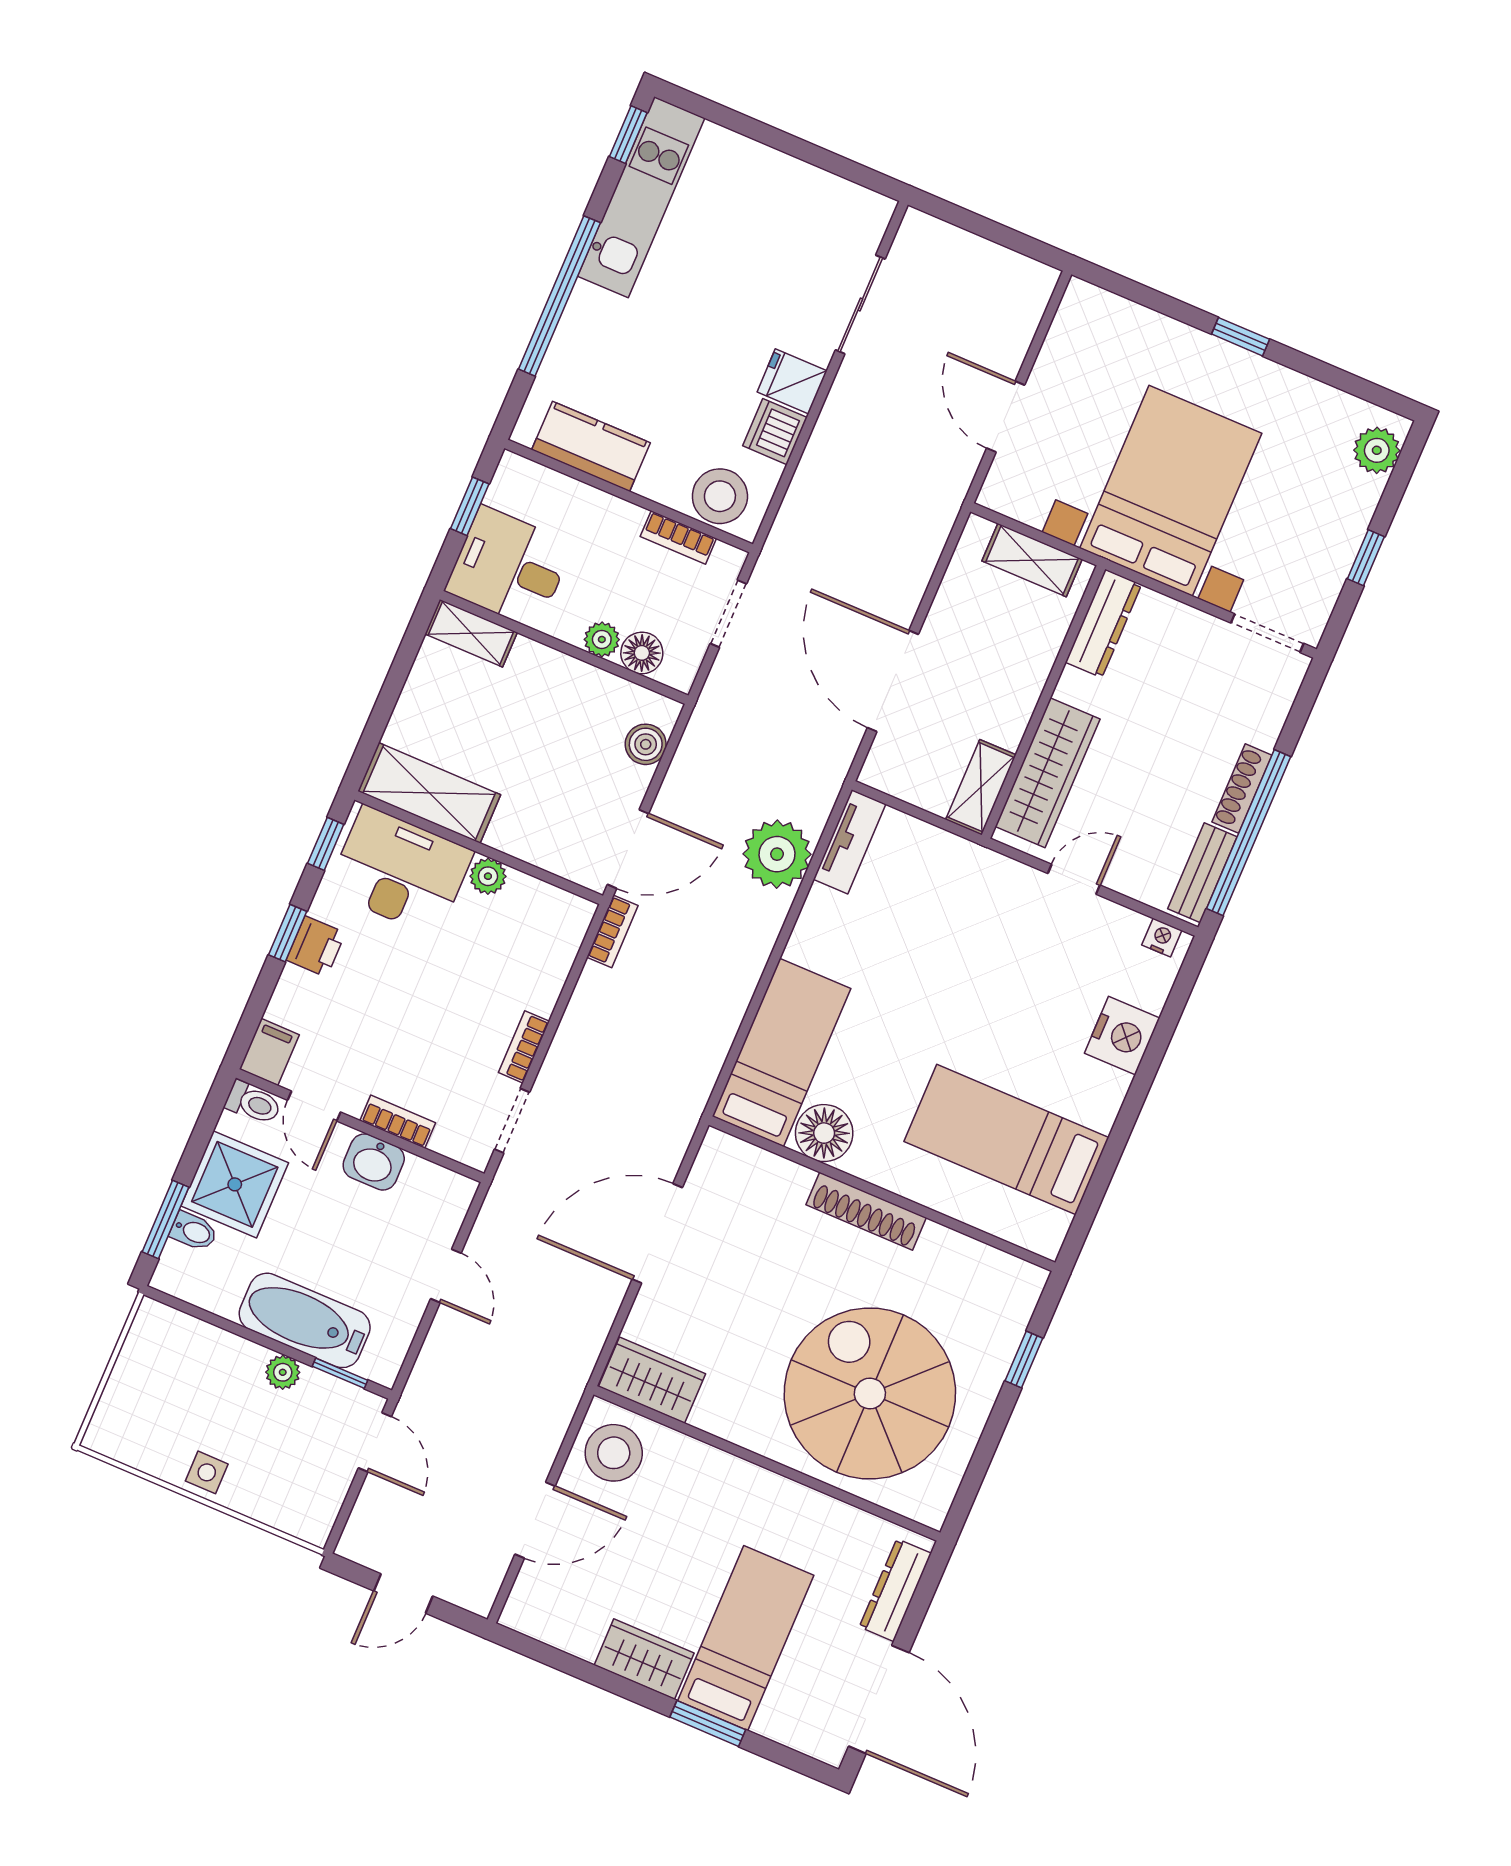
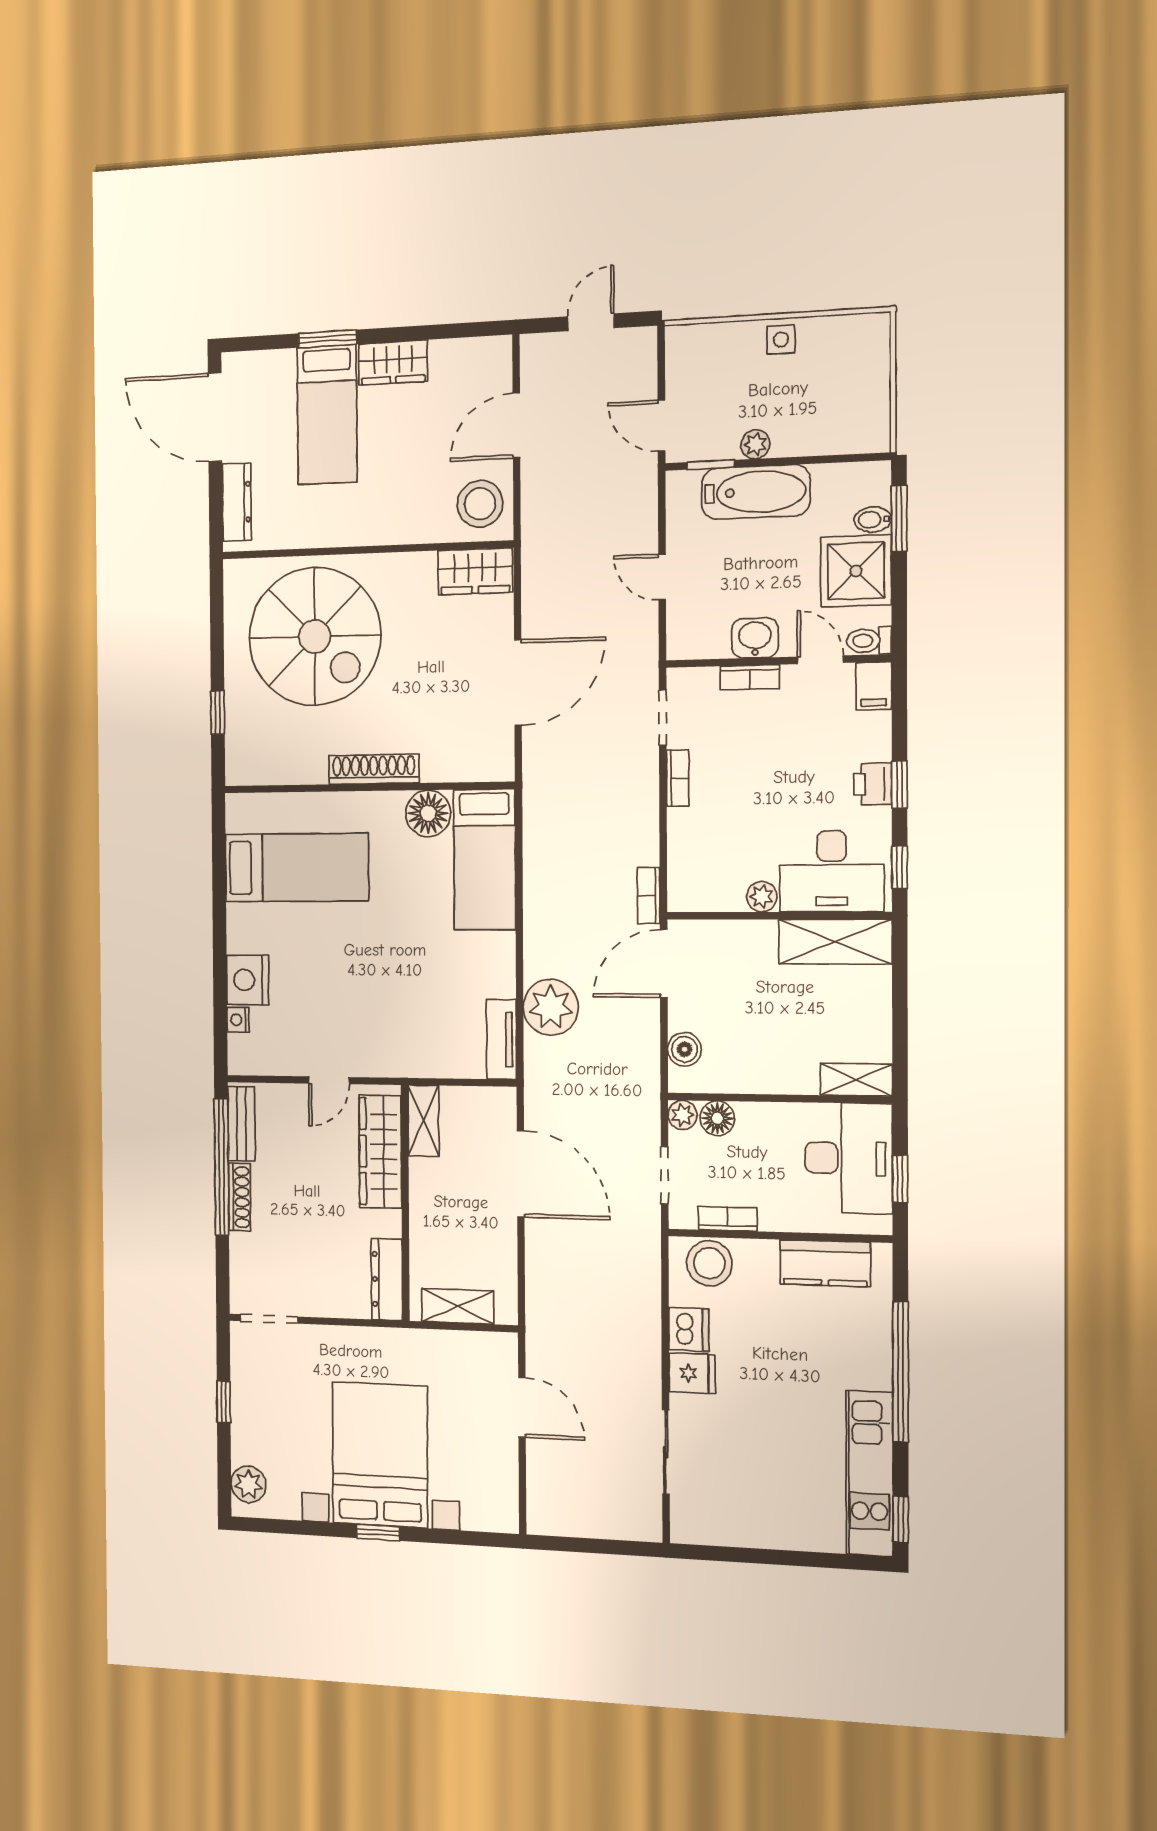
bed with nightstands: (1171, 491) -> (380, 1455), moved, turned 180
desk: (509, 567) -> (849, 1158), width x1.37
plant: (602, 639) -> (683, 1115), moved
nightstand: (1162, 938) -> (238, 1020), moved, turned 90

